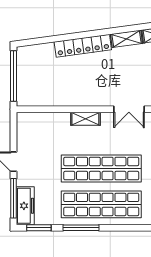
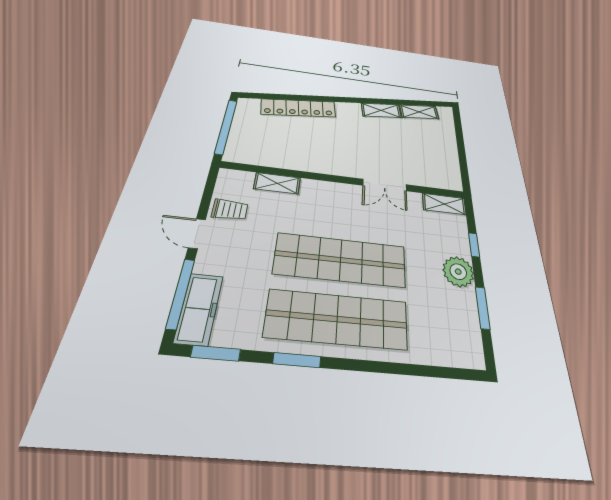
locker: (83, 46) -> (298, 108), moved
shelving: (85, 119) -> (277, 183), moved
trolley: (29, 143) -> (230, 210), added
window: (81, 228) -> (297, 360), width x0.69

